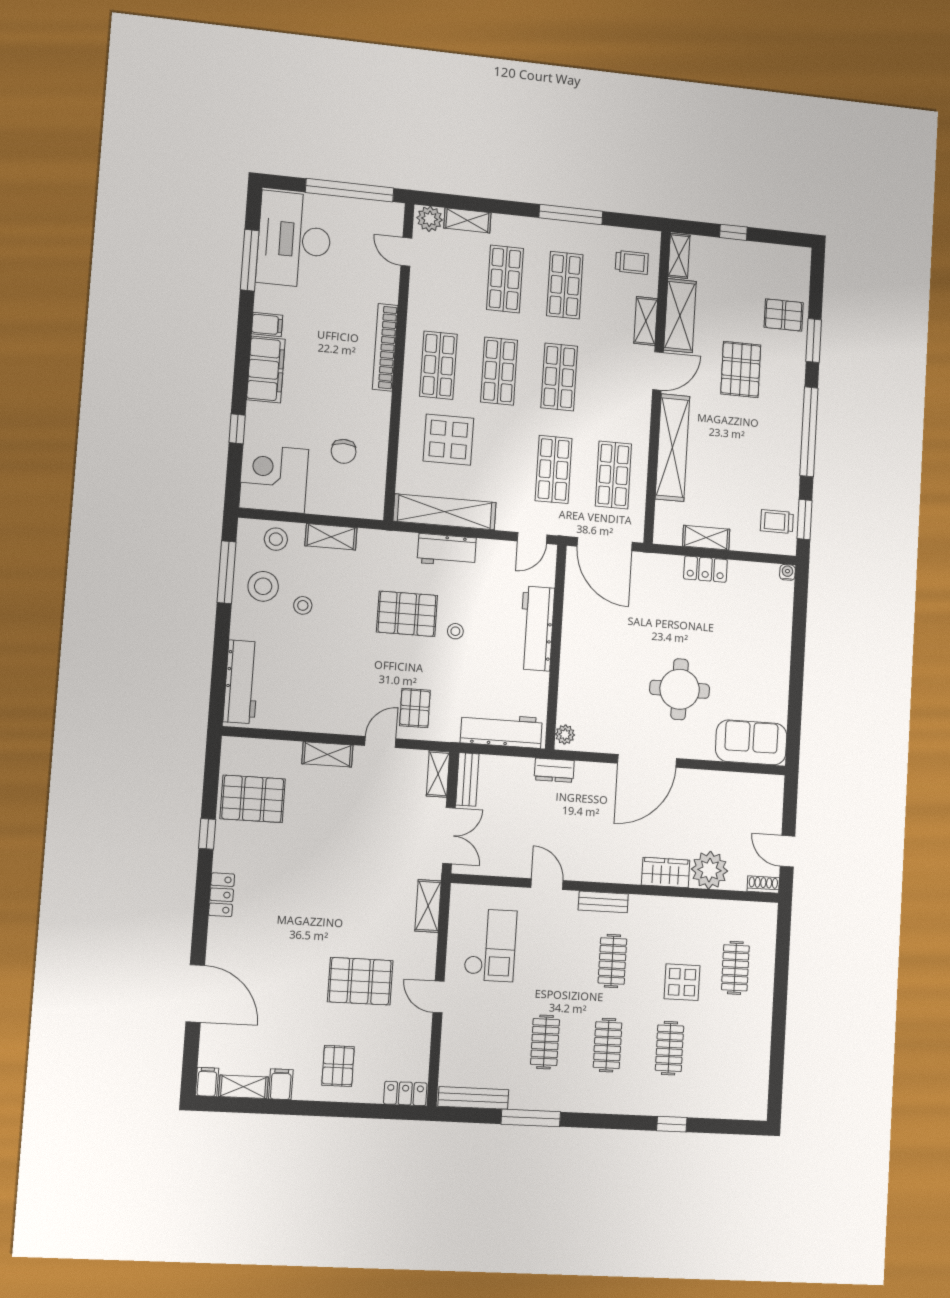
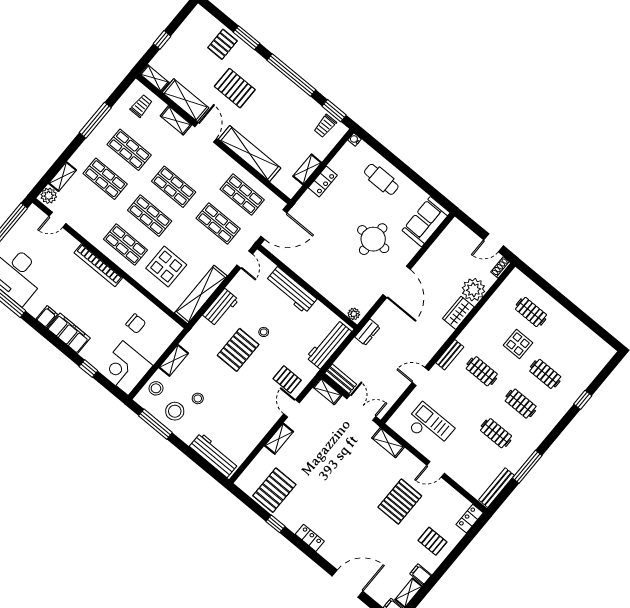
cafe table: (763, 644) -> (381, 179), added

